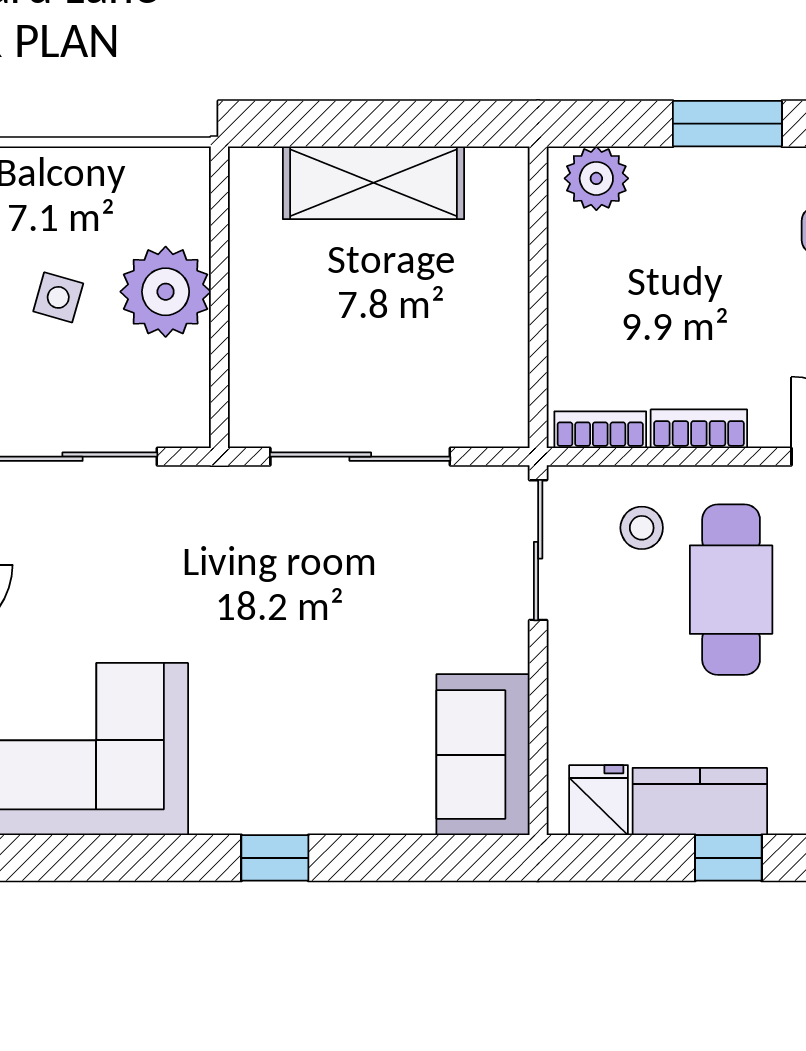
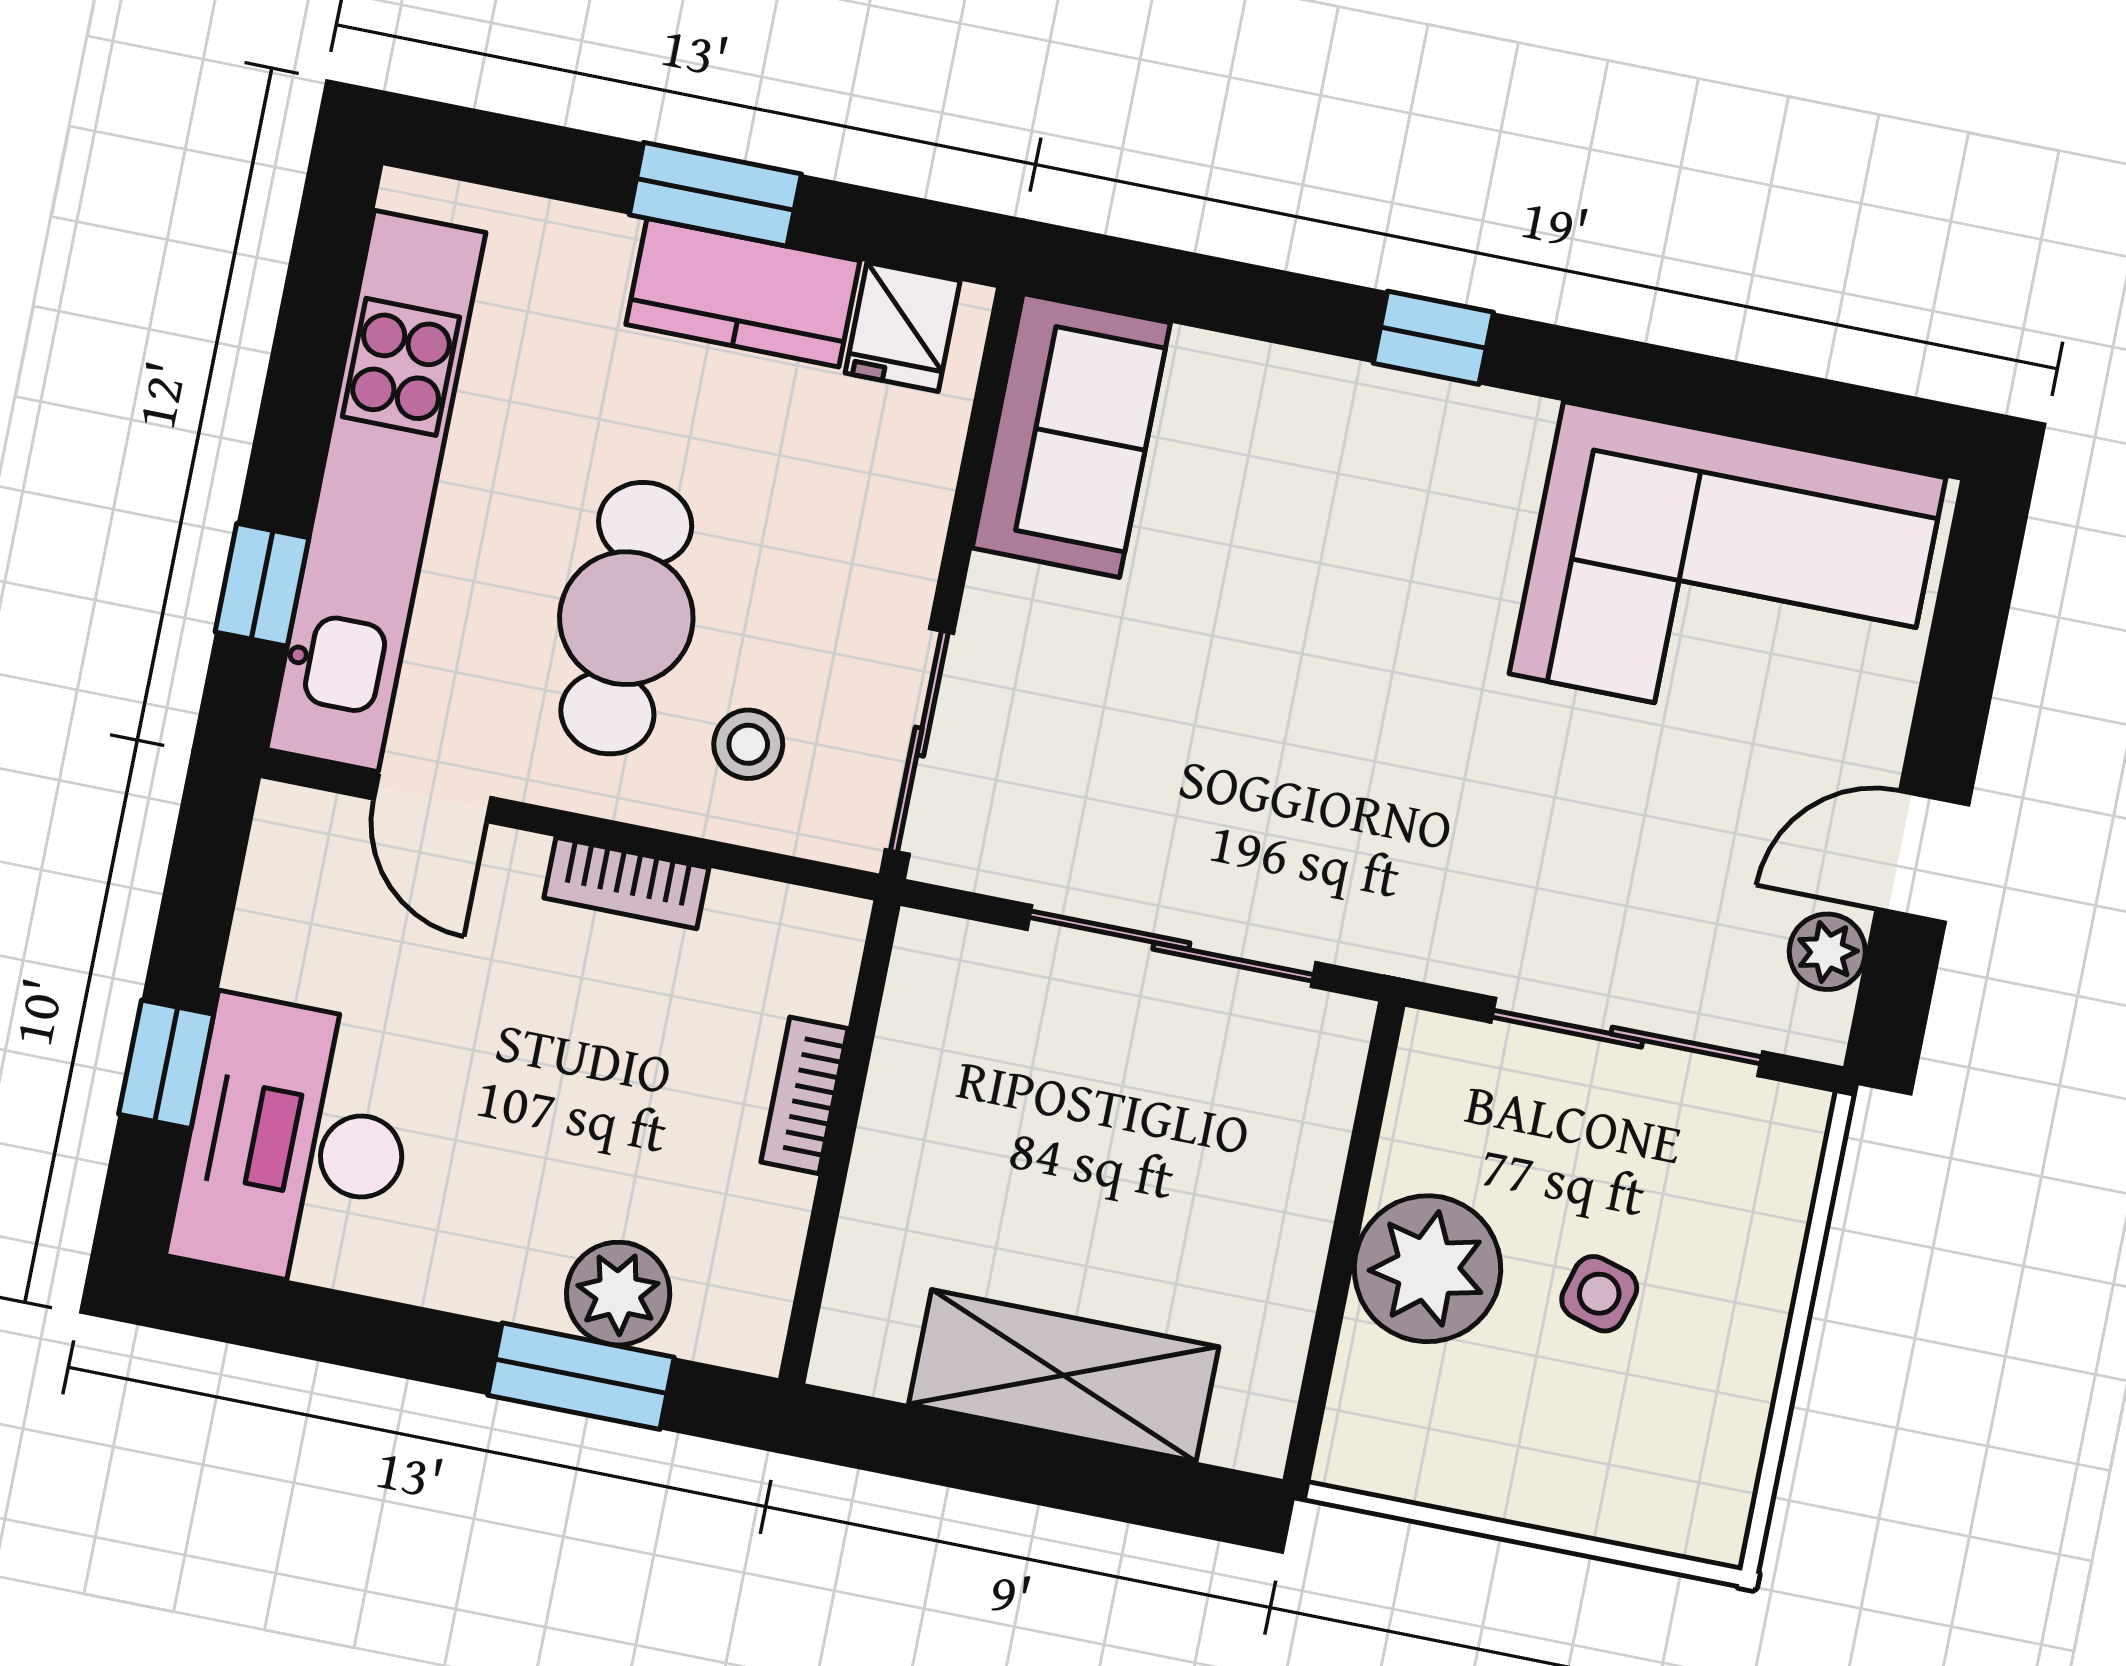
window: (727, 124) -> (581, 1376), moved
plant: (596, 178) -> (618, 1294), moved
bookcase: (600, 430) -> (804, 1095), moved, turned 90
window: (728, 858) -> (715, 194), width x1.50

